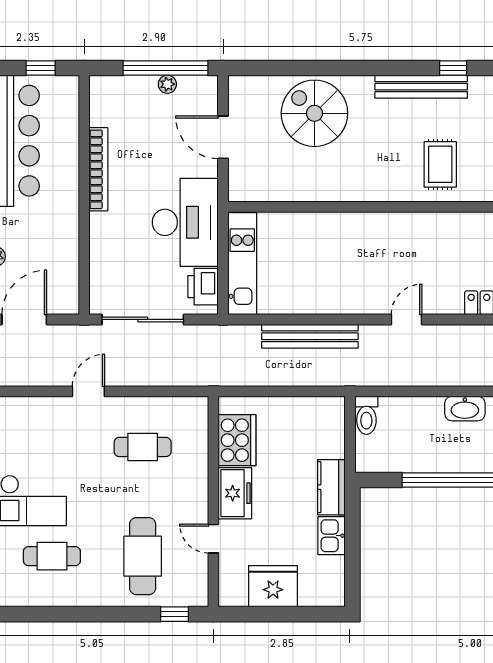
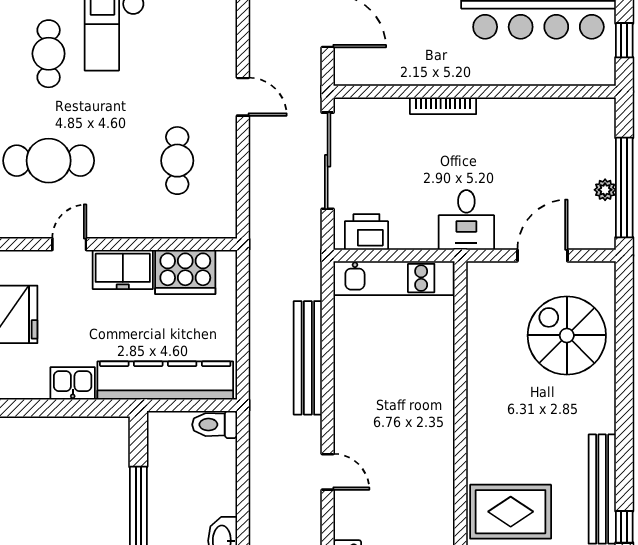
spiral stairs: (314, 113) -> (567, 335), moved, turned -90
rug: (440, 164) -> (511, 512), width x1.36, depth x1.43
bookcase: (98, 169) -> (443, 106), moved, width x0.68, depth x0.76
desk: (185, 222) -> (466, 220), width x0.53, depth x0.77
kitchen counter: (331, 487) -> (165, 380), width x2.08, depth x1.17

